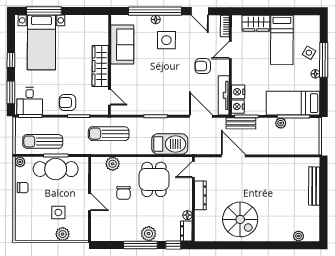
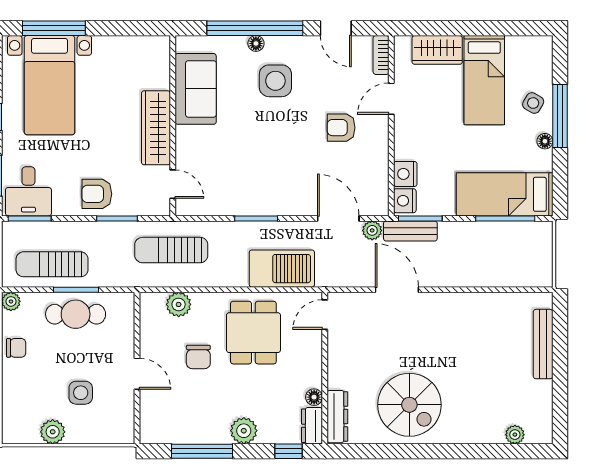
tv unit: (224, 95) -> (379, 180), removed
plant: (281, 123) -> (372, 230), moved
cafe table: (56, 169) -> (76, 314), width x0.73, depth x0.74
dresser: (200, 195) -> (337, 417), moved
plant: (63, 234) -> (53, 432), moved
window: (140, 245) -> (202, 451), moved

